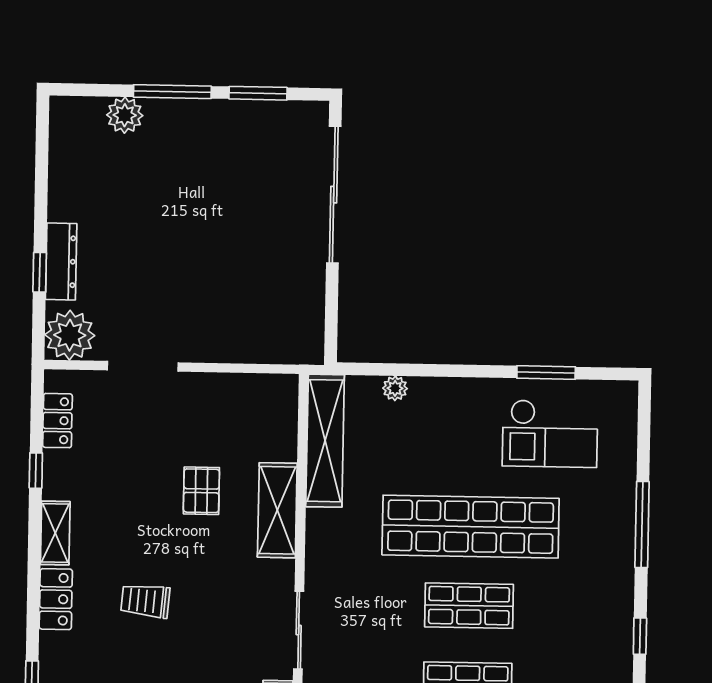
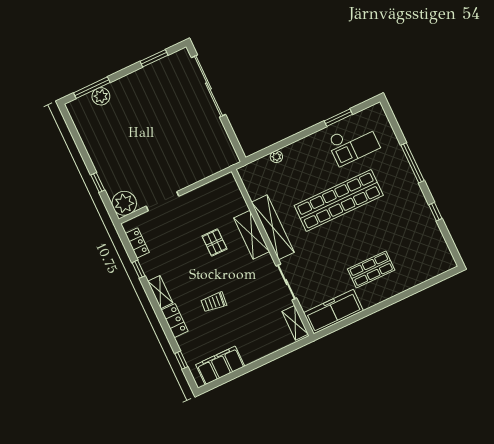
window: (172, 92) -> (92, 88), moved
dresser: (61, 262) -> (105, 173), removed
shelving: (325, 441) -> (273, 227), moved
shop shelf: (469, 606) -> (355, 235), removed

